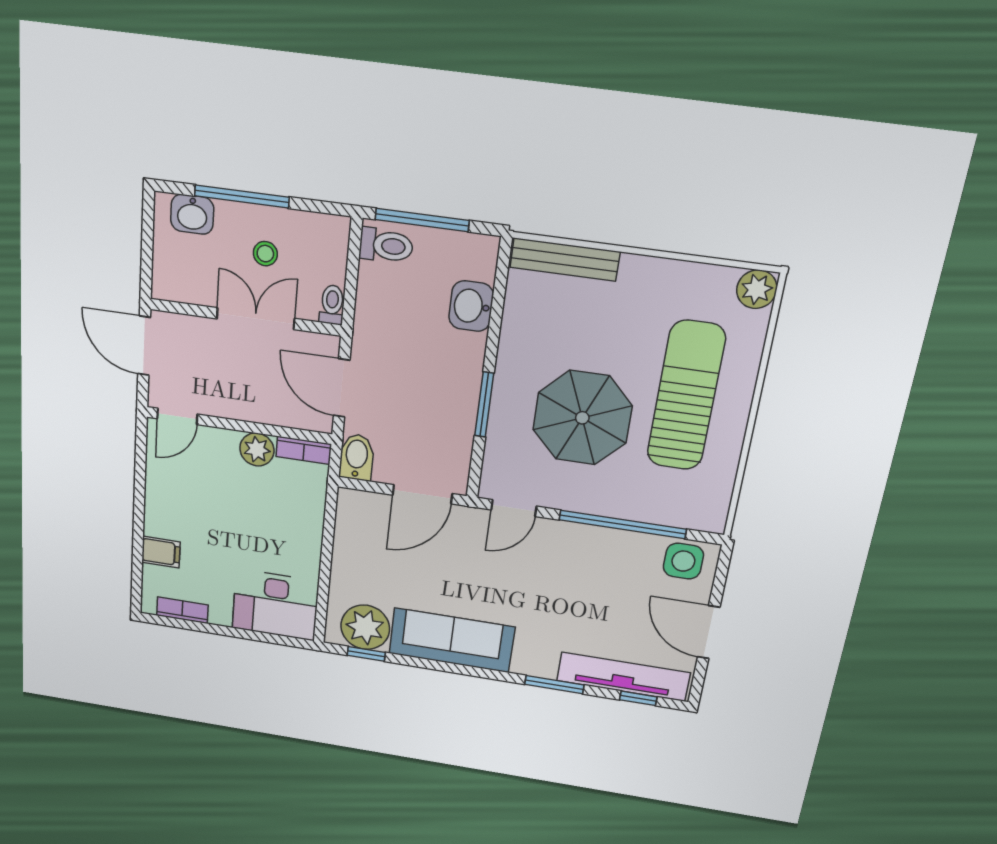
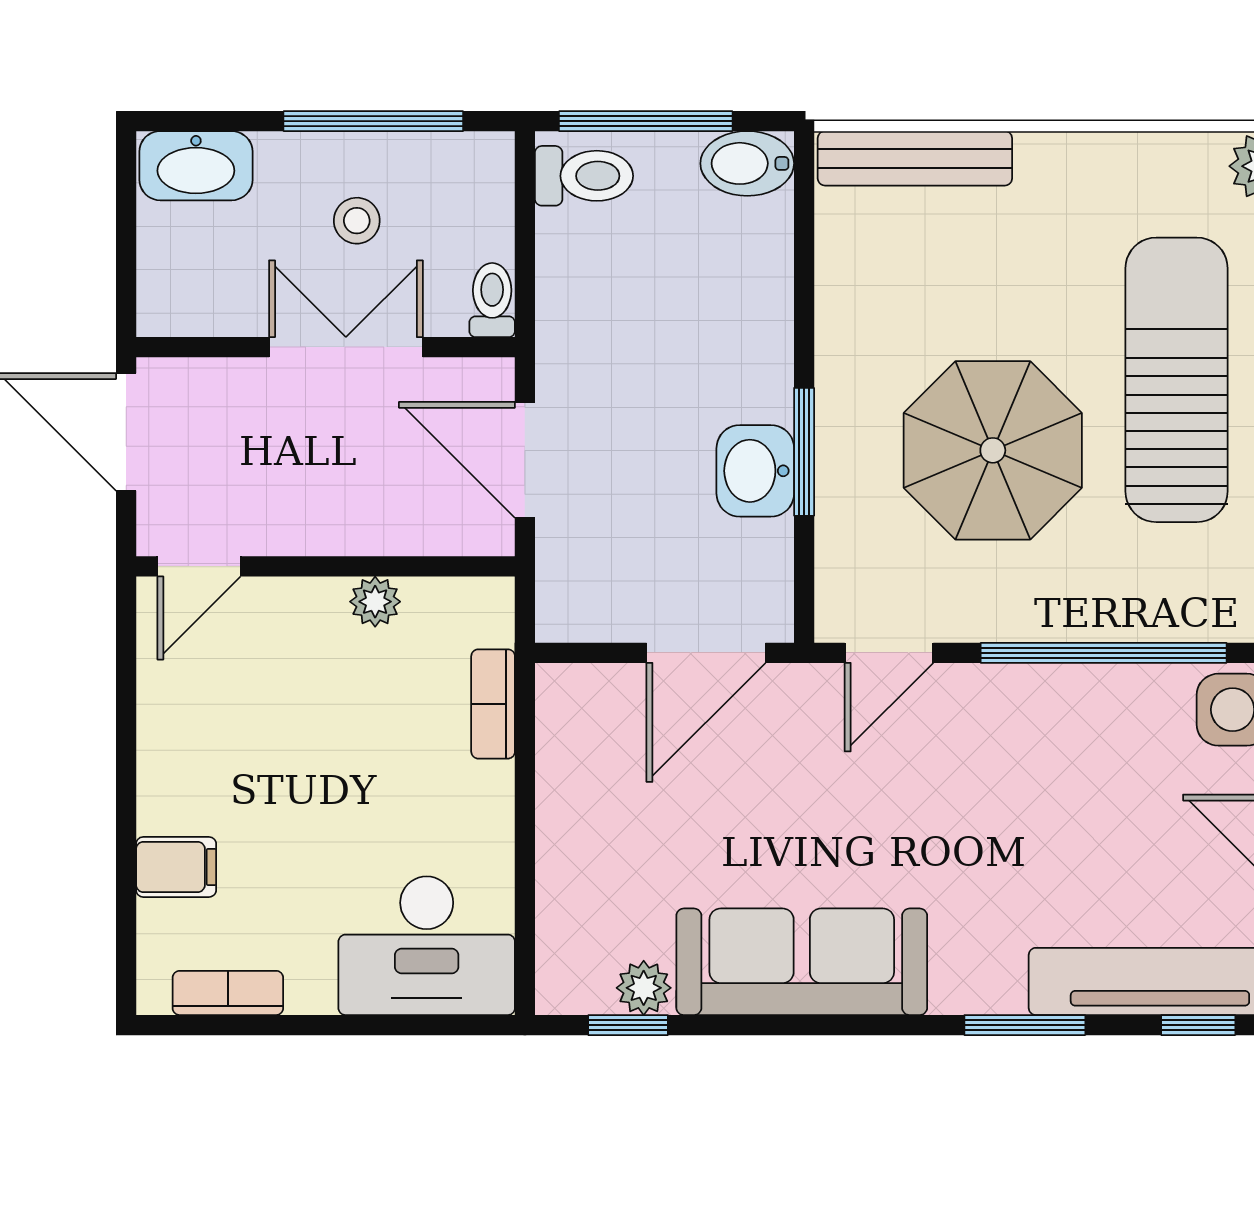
window: (242, 197) -> (373, 121), moved
washbasin: (192, 214) -> (196, 166), width x1.38
washbasin: (471, 306) -> (755, 471), moved
plant: (257, 450) -> (375, 602), width x0.73, depth x0.73
bookcase: (304, 450) -> (493, 704), moved, turned 90
bidet: (357, 457) -> (747, 163), moved, turned -90
plant: (365, 627) -> (644, 988), width x0.53, depth x0.53

